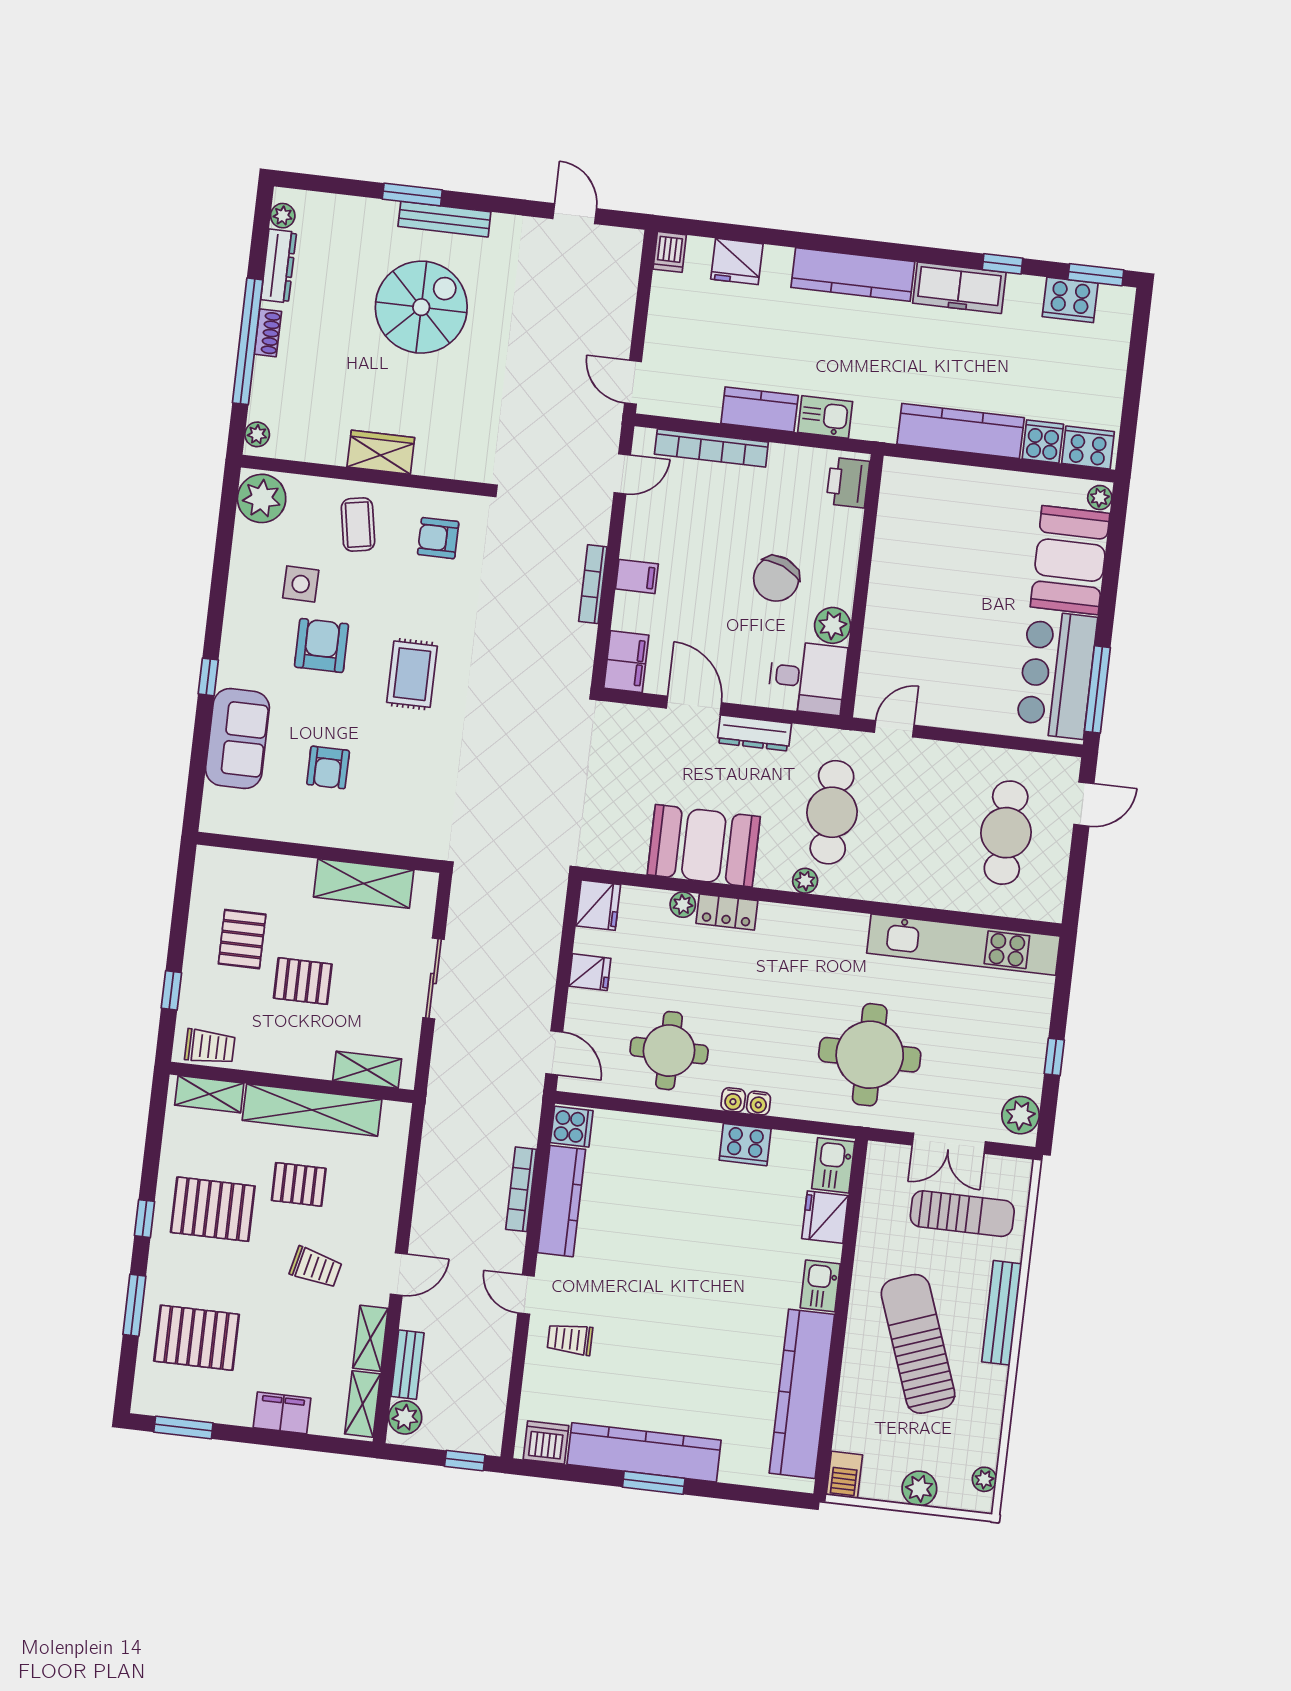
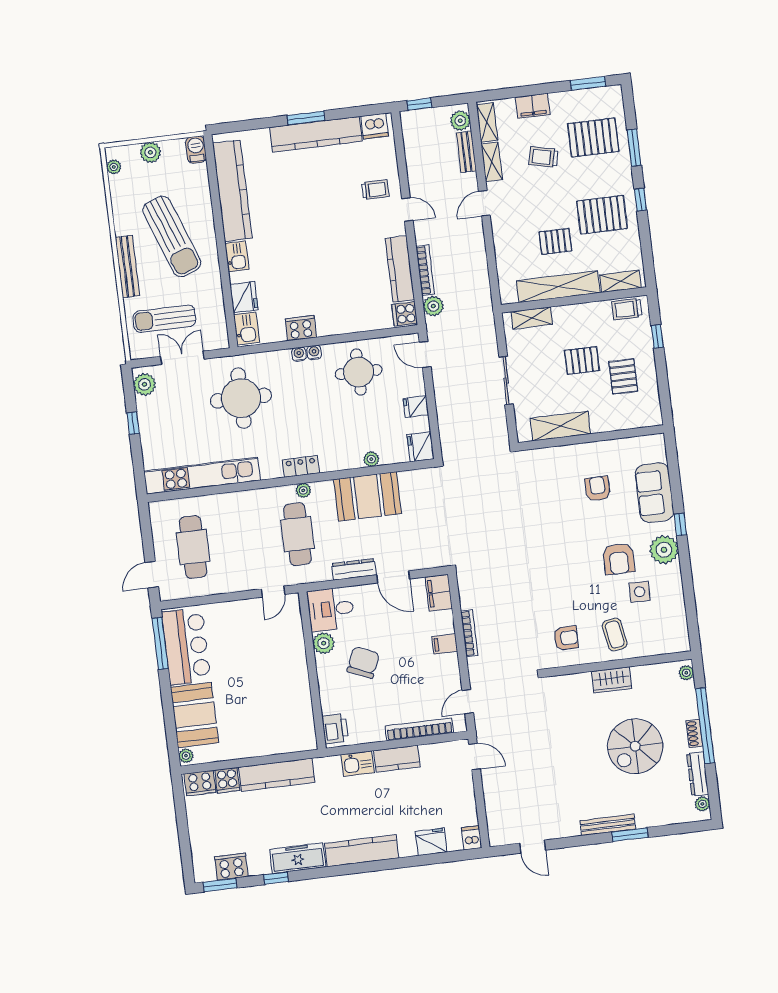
spiral stairs: (421, 307) -> (635, 746), moved
plant: (262, 498) -> (664, 550), moved
rug: (412, 674) -> (562, 555), removed
locker: (727, 912) -> (301, 466), moved
plant: (522, 1128) -> (433, 306), added
trolley: (316, 1267) -> (543, 157), moved

